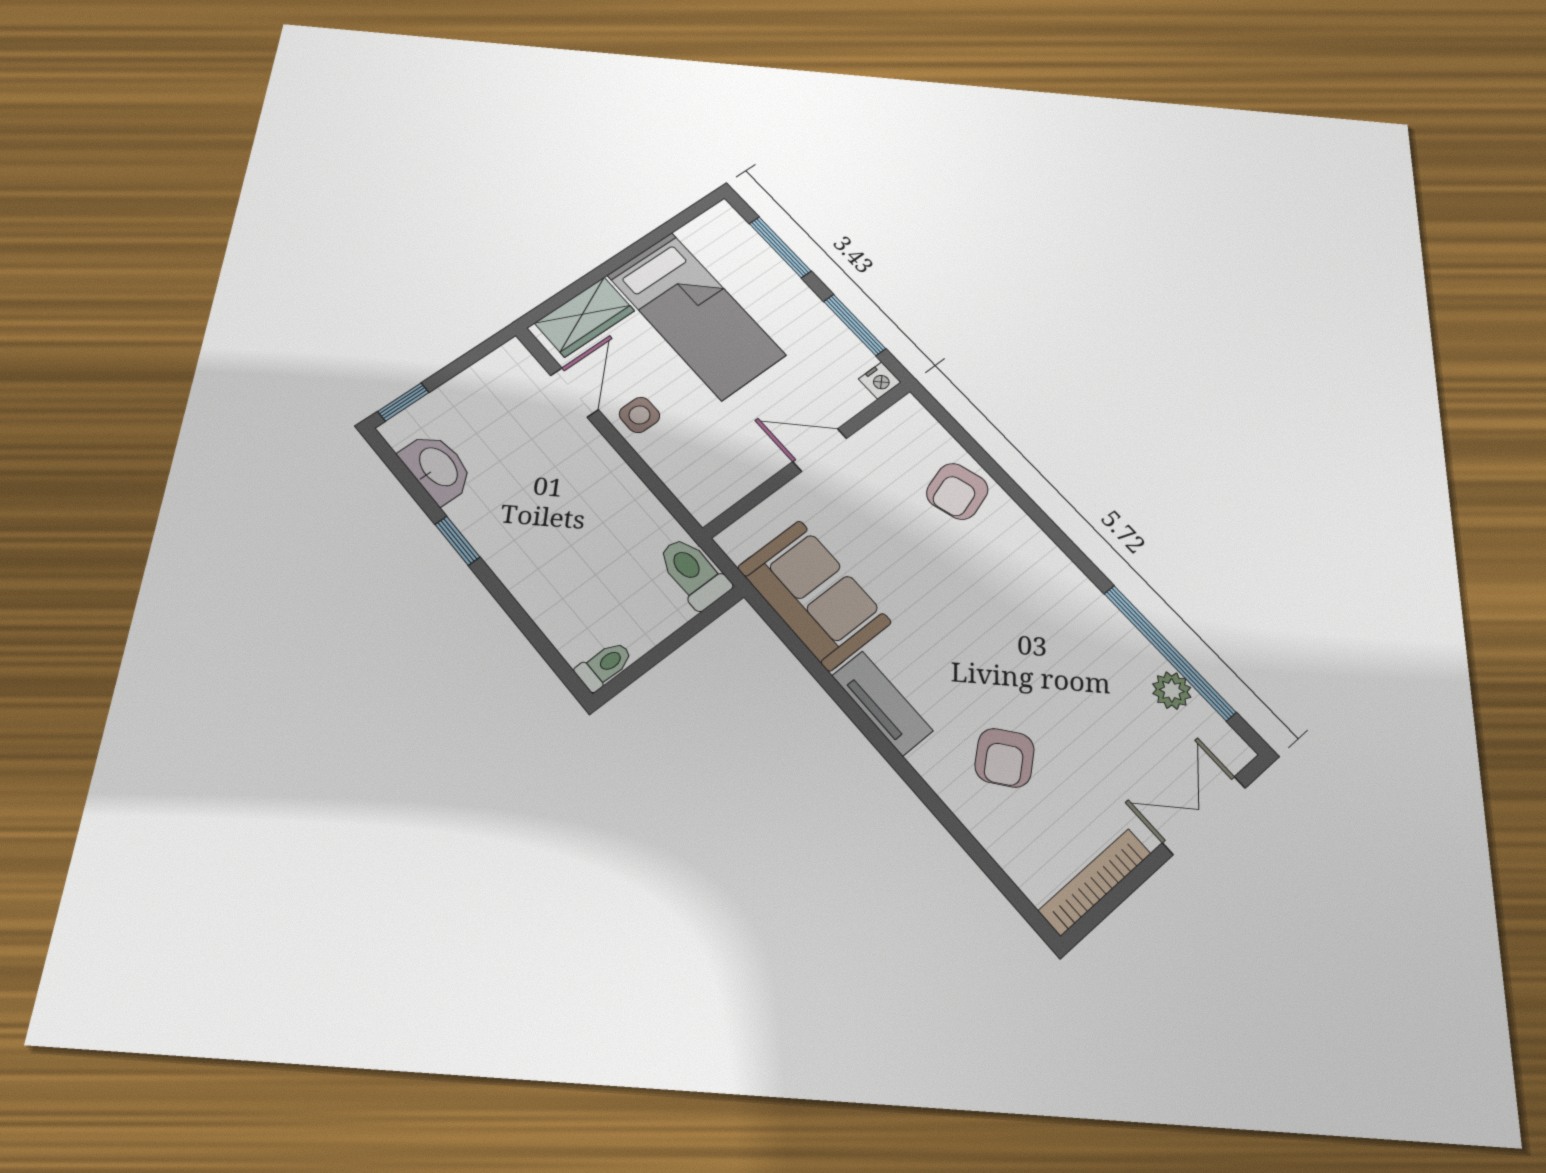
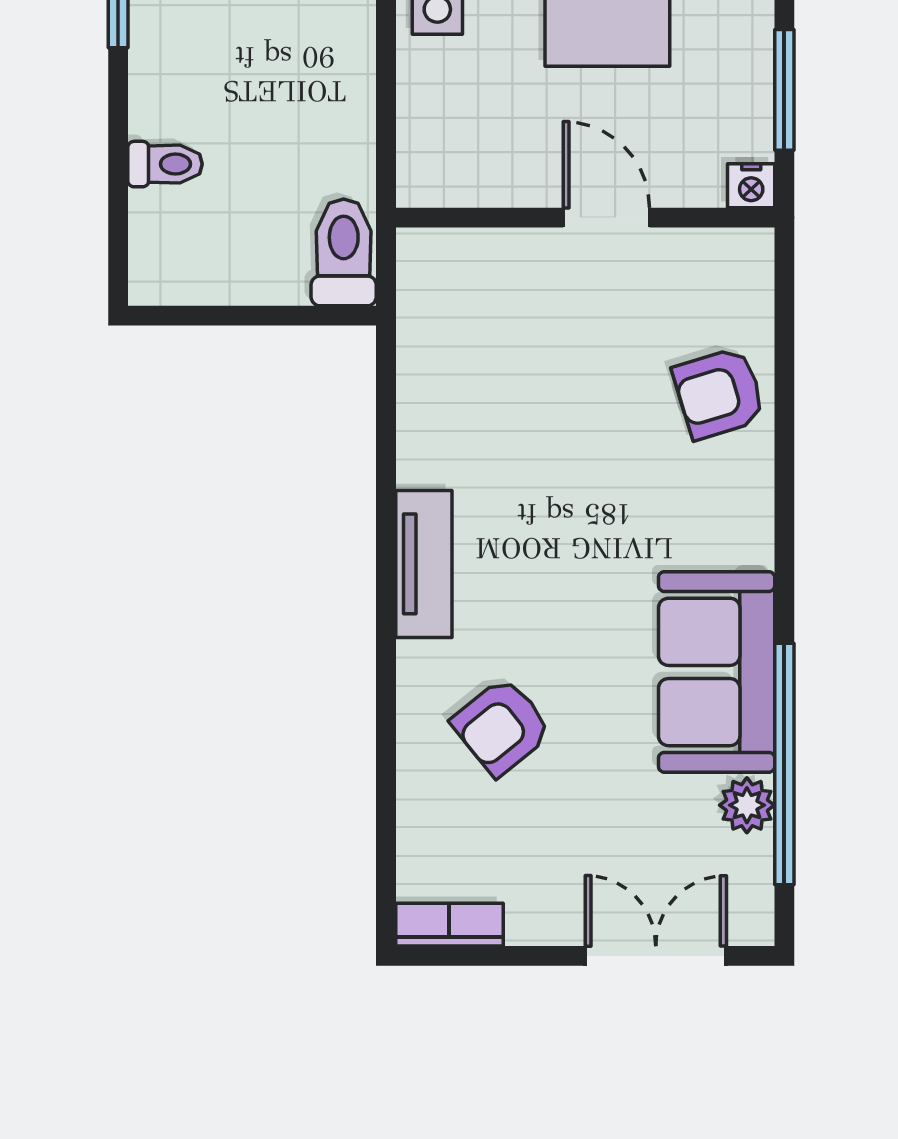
sofa: (814, 595) -> (717, 672), moved, turned 180
toilet: (604, 665) -> (165, 164), moved
bookcase: (1095, 882) -> (449, 925), width x0.64

